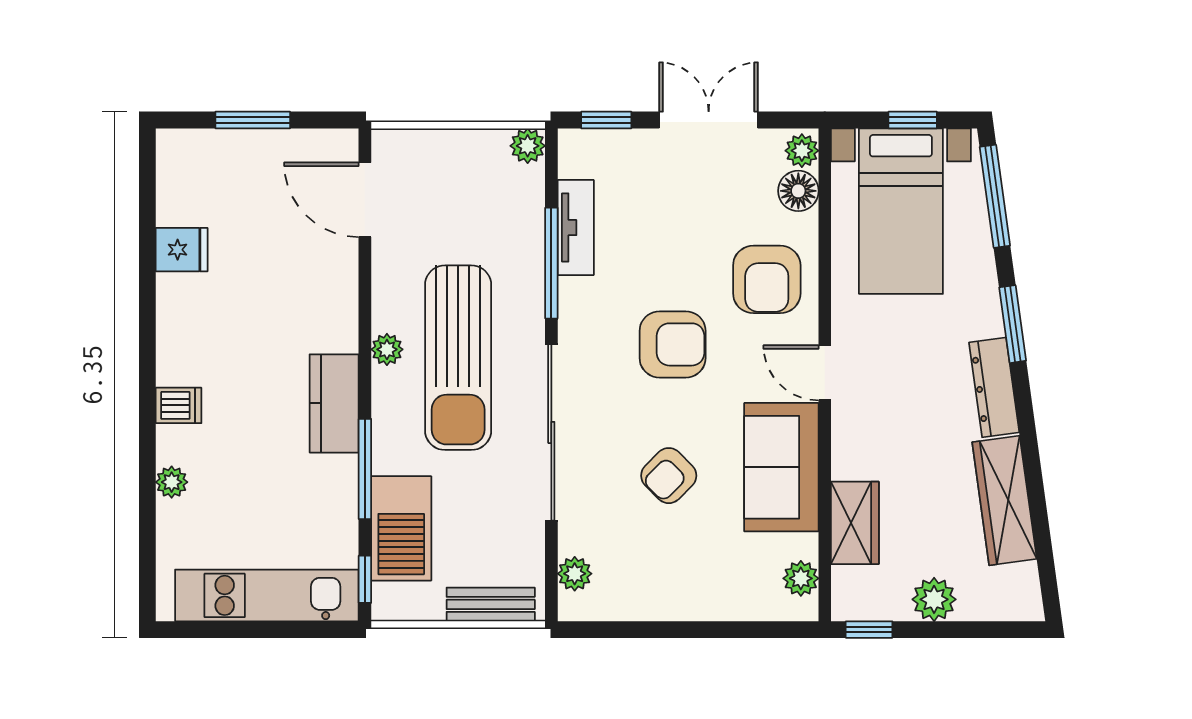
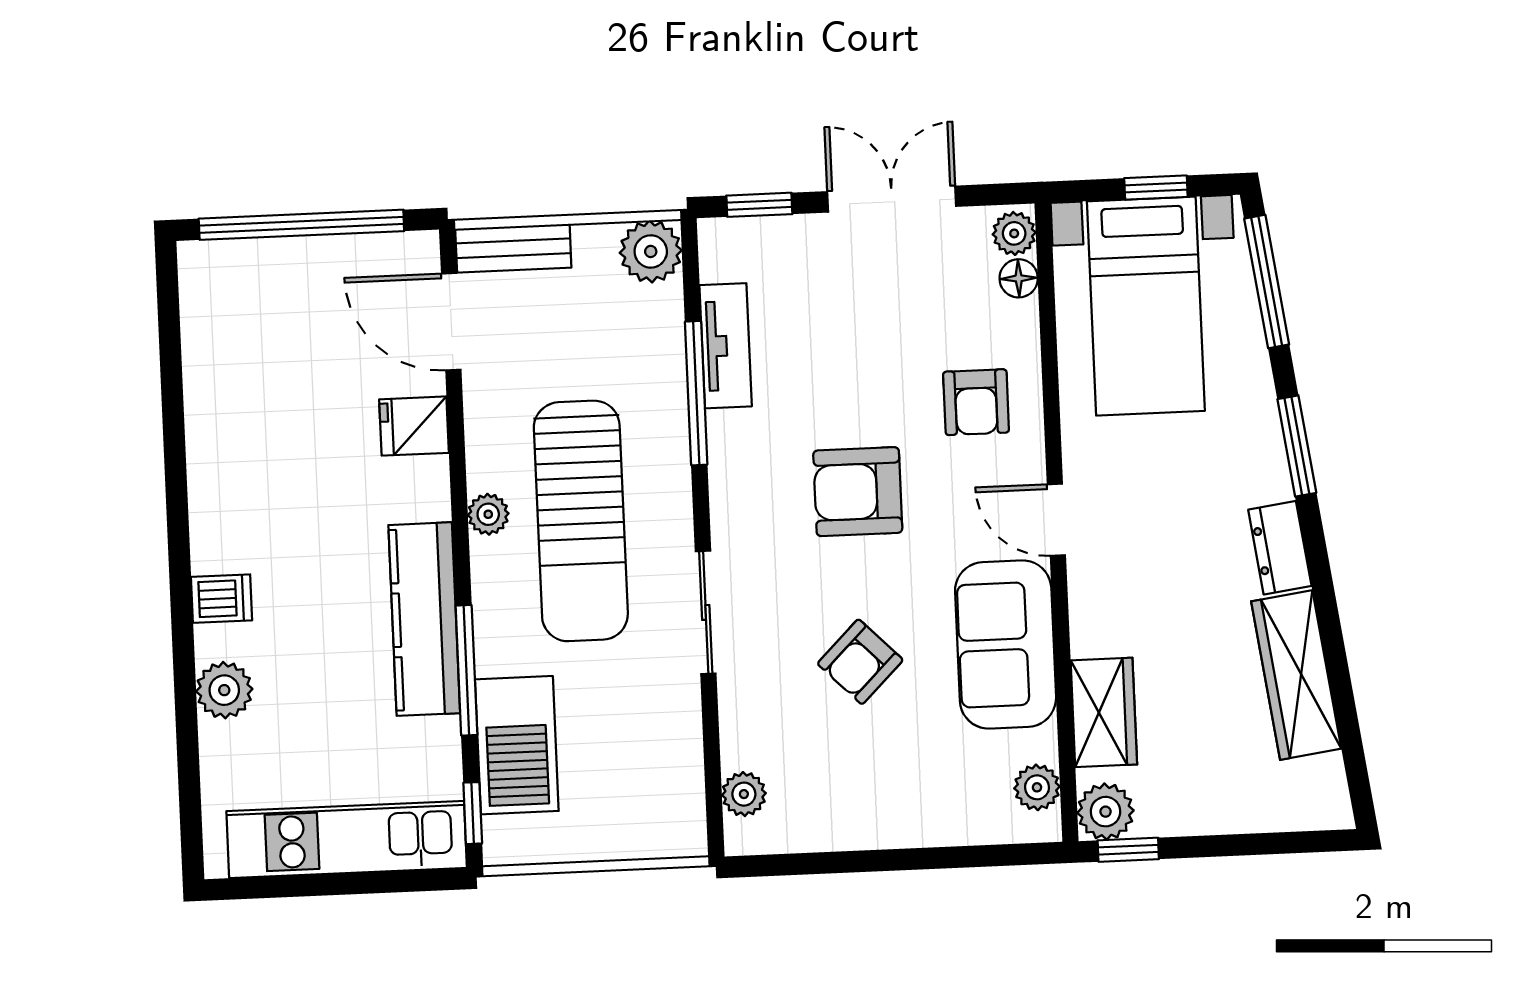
window: (253, 120) -> (301, 225), width x2.11
plant: (528, 146) -> (651, 251), width x1.38, depth x1.38
floor lamp: (798, 191) -> (1019, 278), width x0.73, depth x0.73
fridge: (182, 250) -> (414, 426), moved, turned 180
armchair: (767, 279) -> (976, 402), width x0.72, depth x0.72
armchair: (673, 344) -> (858, 492), turned 180
dresser: (994, 387) -> (1280, 548), width x0.70
kitchen counter: (334, 403) -> (424, 619), width x1.50
sliding door: (551, 432) -> (706, 612), width x0.54
plant: (172, 482) -> (224, 690), width x1.38, depth x1.38
plant: (934, 599) -> (1106, 812), moved
bench: (491, 604) -> (513, 248), moved

